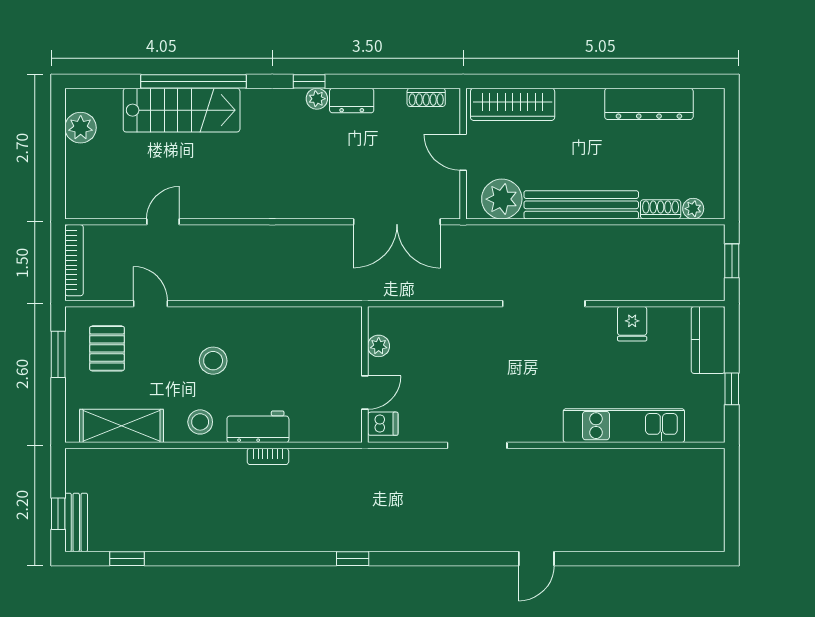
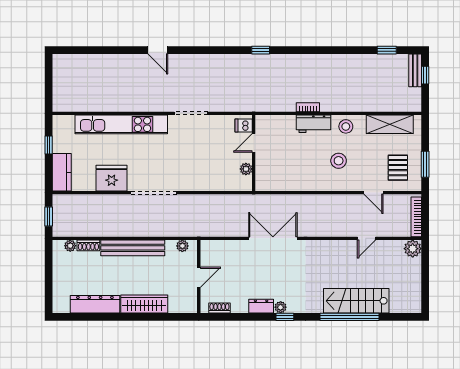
wardrobe: (513, 104) -> (144, 304), moved
plant: (81, 128) -> (413, 249), moved
door: (463, 152) -> (199, 277), hinge flipped
plant: (502, 199) -> (182, 246), width x0.53, depth x0.53
double door: (397, 222) -> (273, 238), moved
fridge: (632, 324) -> (112, 178), width x1.88, depth x1.34
kitchen unit: (624, 426) -> (121, 124), width x1.36
door: (536, 559) -> (158, 50), swing flipped

